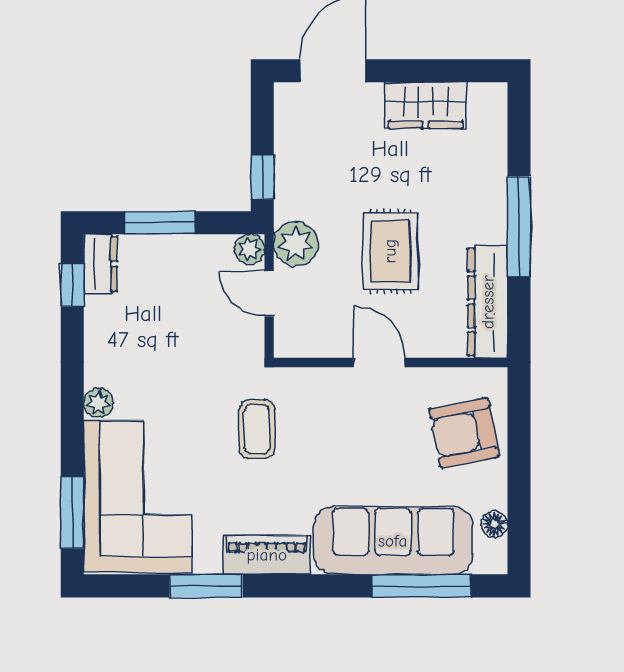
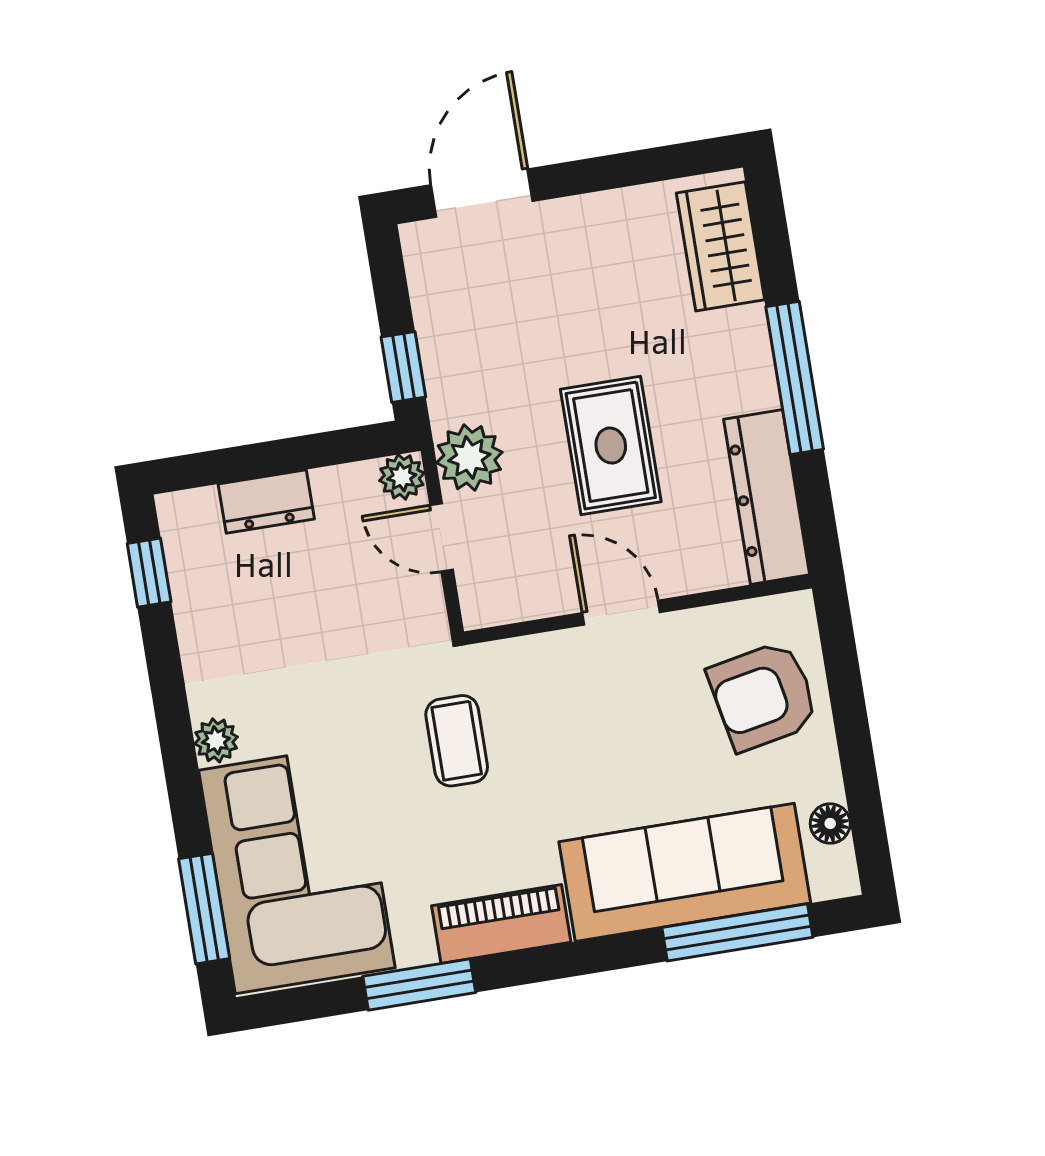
wardrobe: (425, 105) -> (721, 246), moved, turned 90
window: (160, 223) -> (263, 459), removed
dresser: (100, 264) -> (266, 501), moved, turned 90

